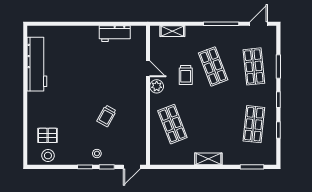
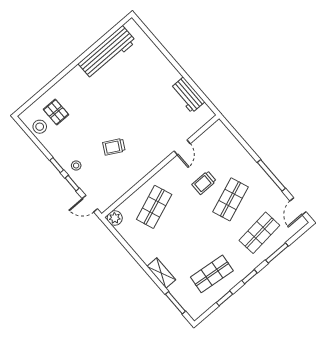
door: (259, 24) -> (298, 206), swing flipped
shelving: (172, 31) -> (231, 141), removed
plant: (157, 86) -> (115, 218), moved
shelving: (208, 159) -> (161, 273), moved

